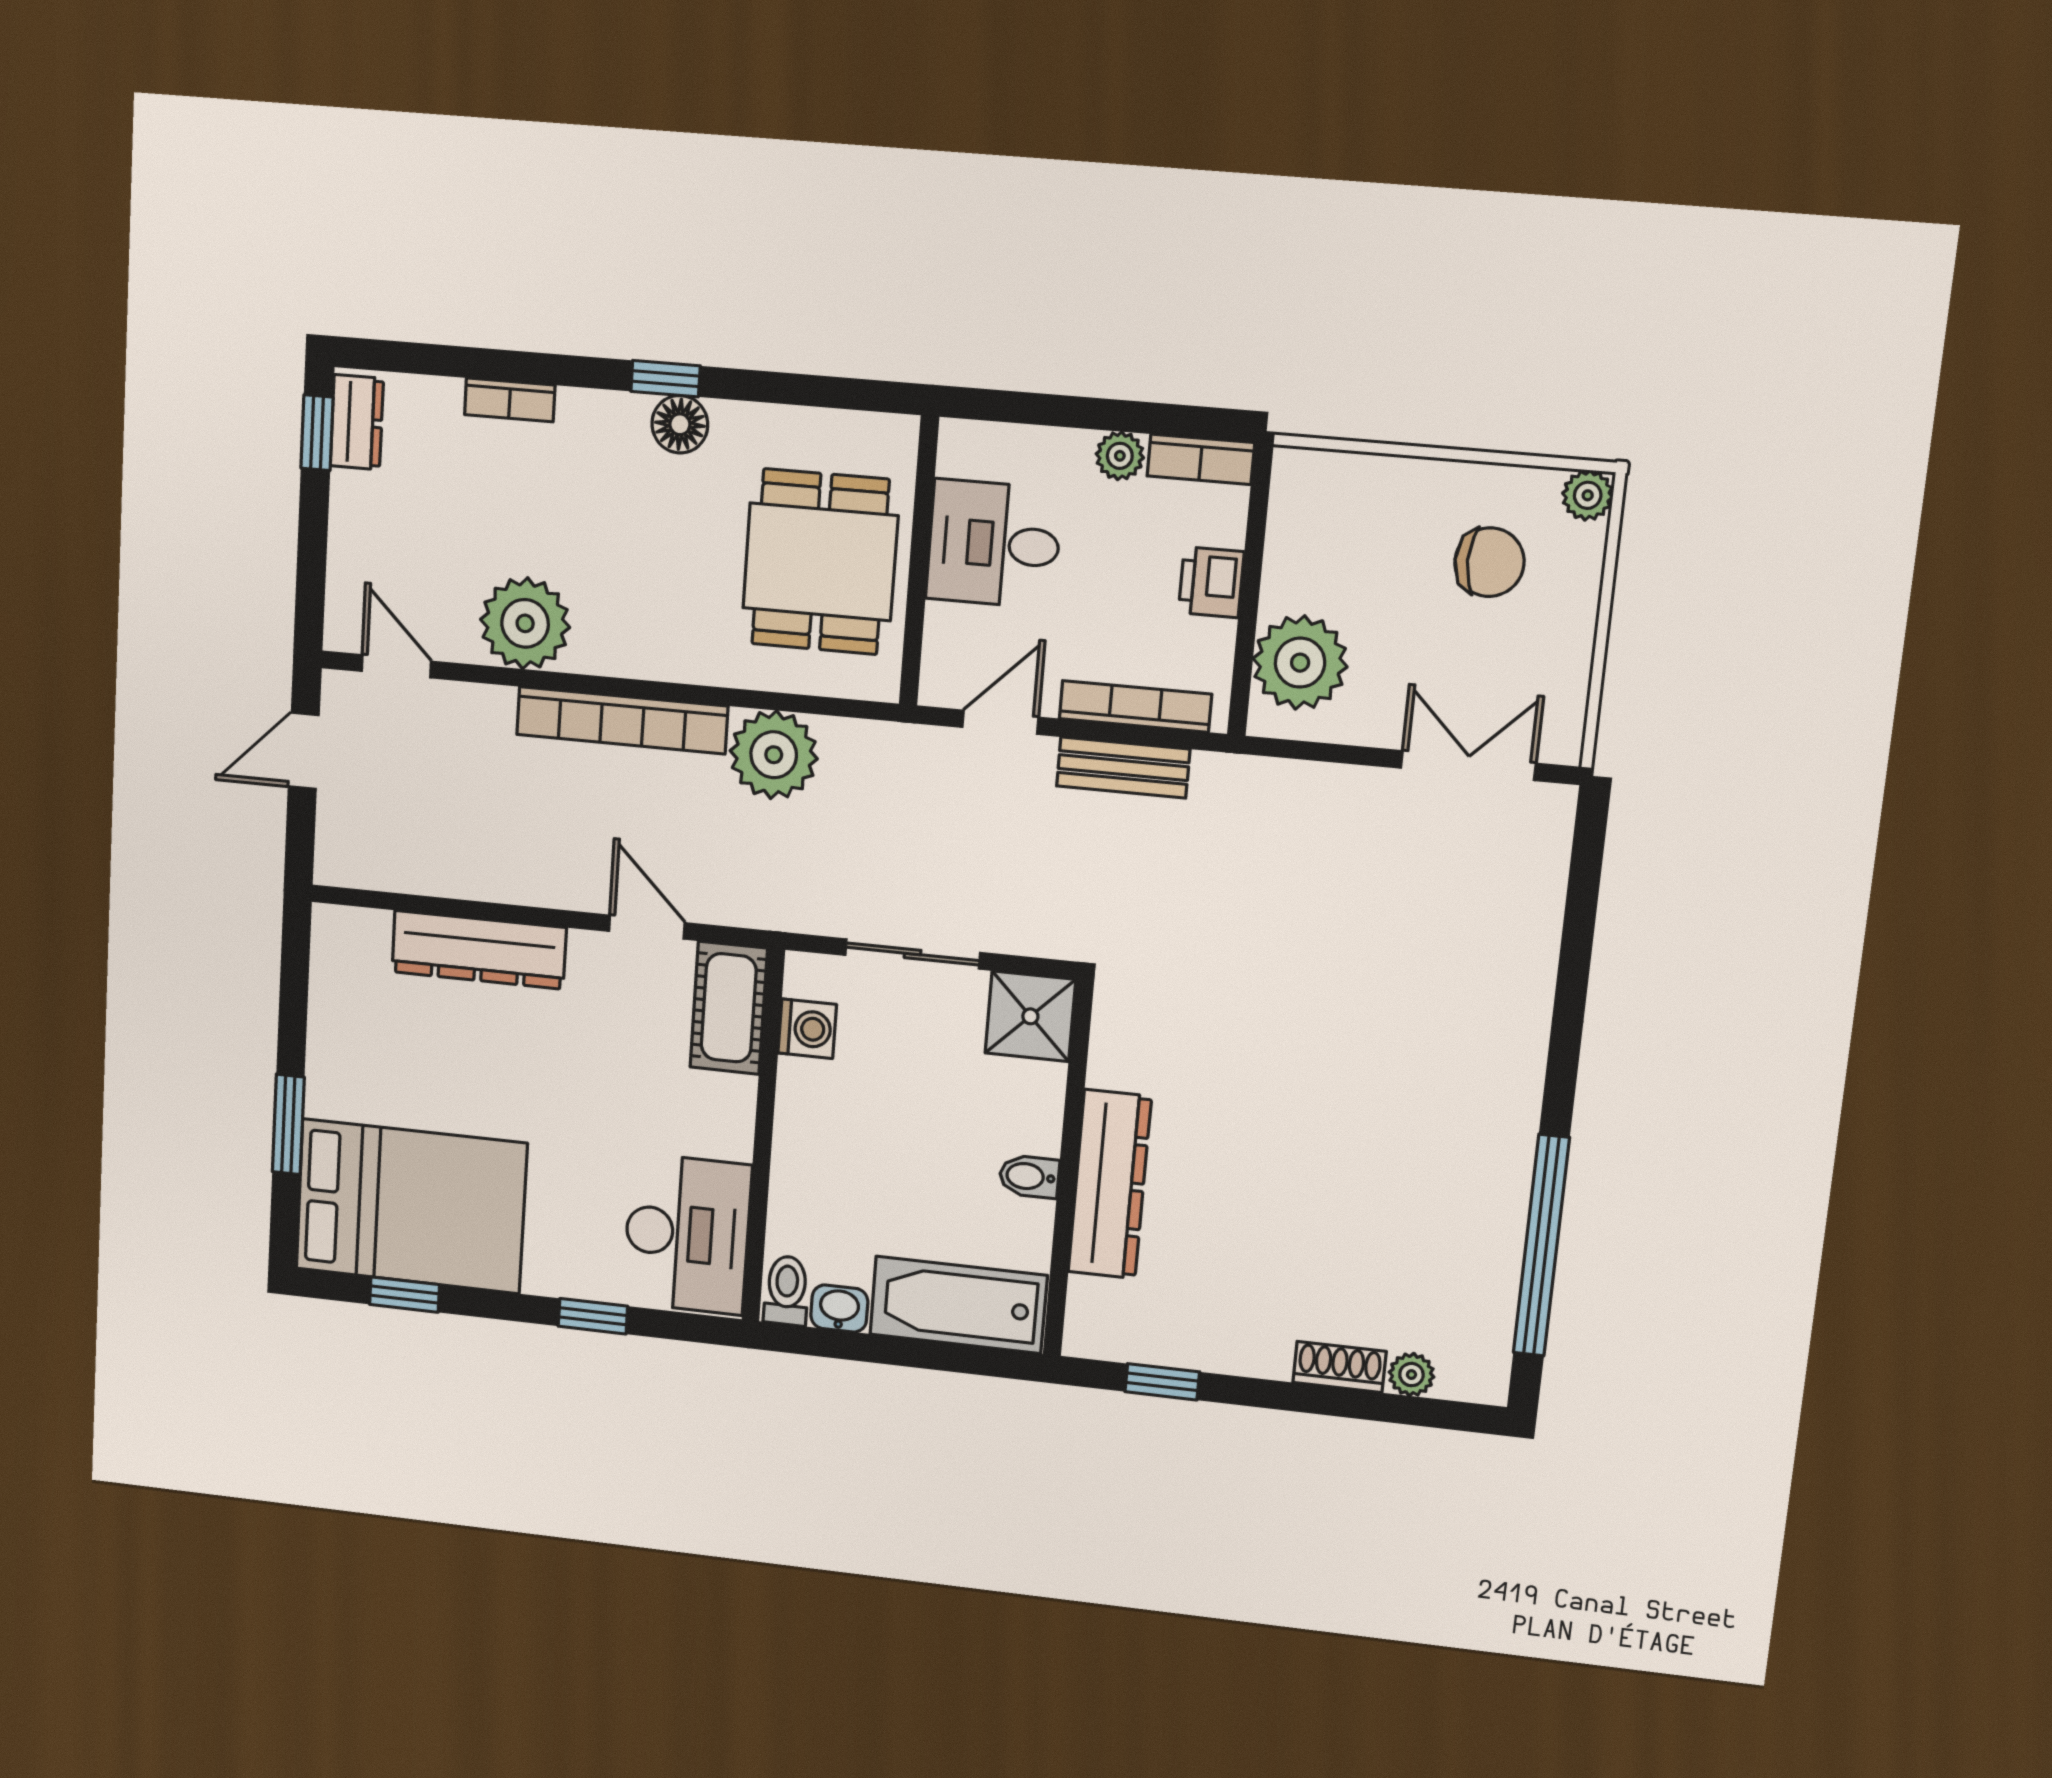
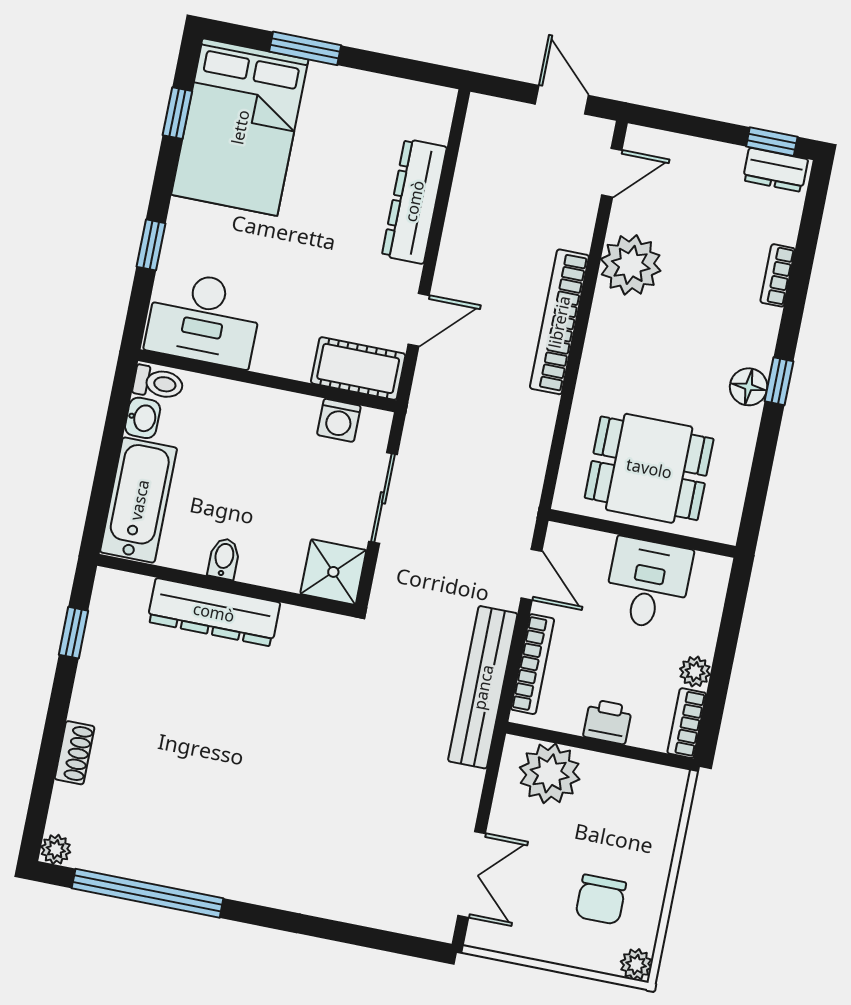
plant: (774, 755) -> (526, 421), removed
bench: (1123, 768) -> (483, 687), width x1.86, depth x1.21
plant: (1411, 1375) -> (56, 849), moved

